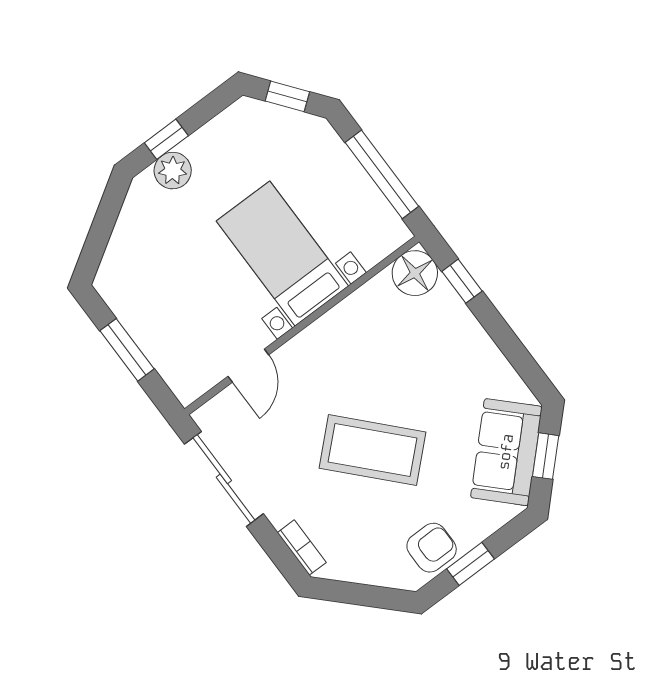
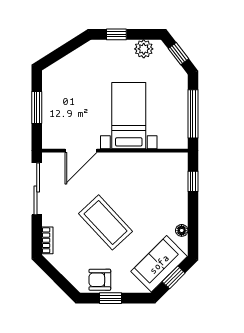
plant: (173, 171) -> (144, 49), moved
floor lamp: (415, 273) -> (182, 230), moved, width x0.53, depth x0.53
door: (248, 366) -> (81, 151), width x1.38
armchair: (432, 548) -> (100, 280), turned 180

